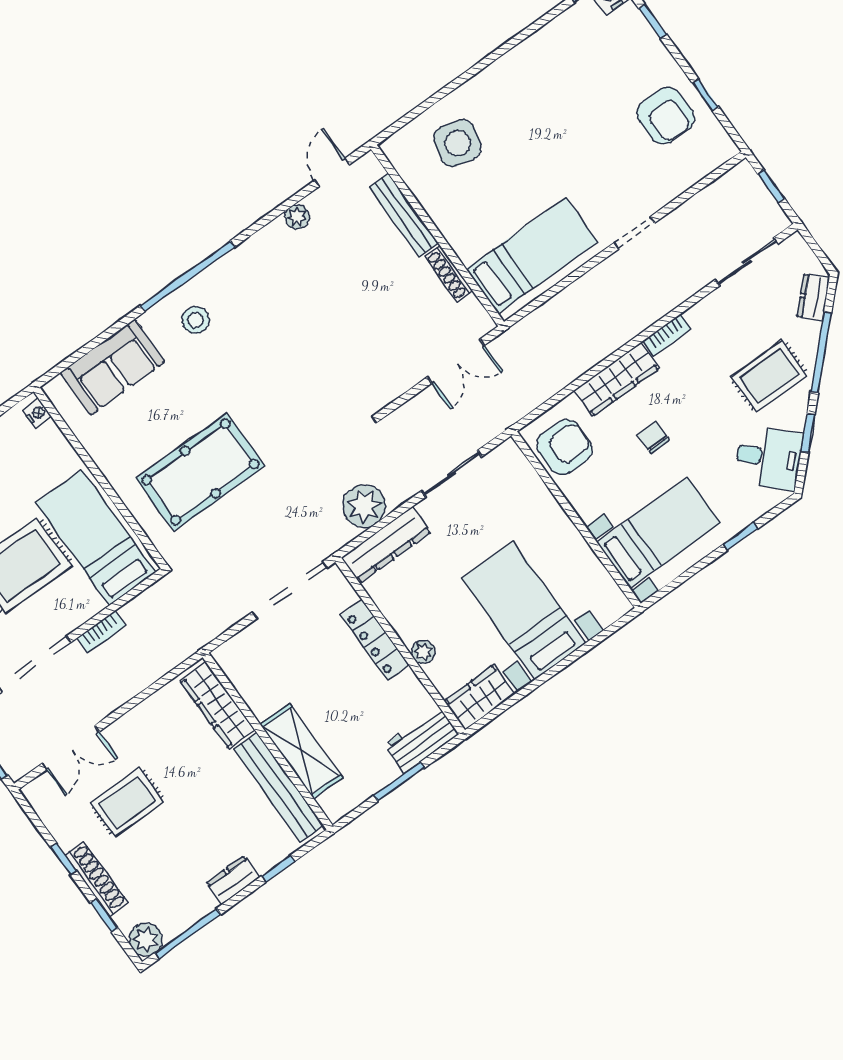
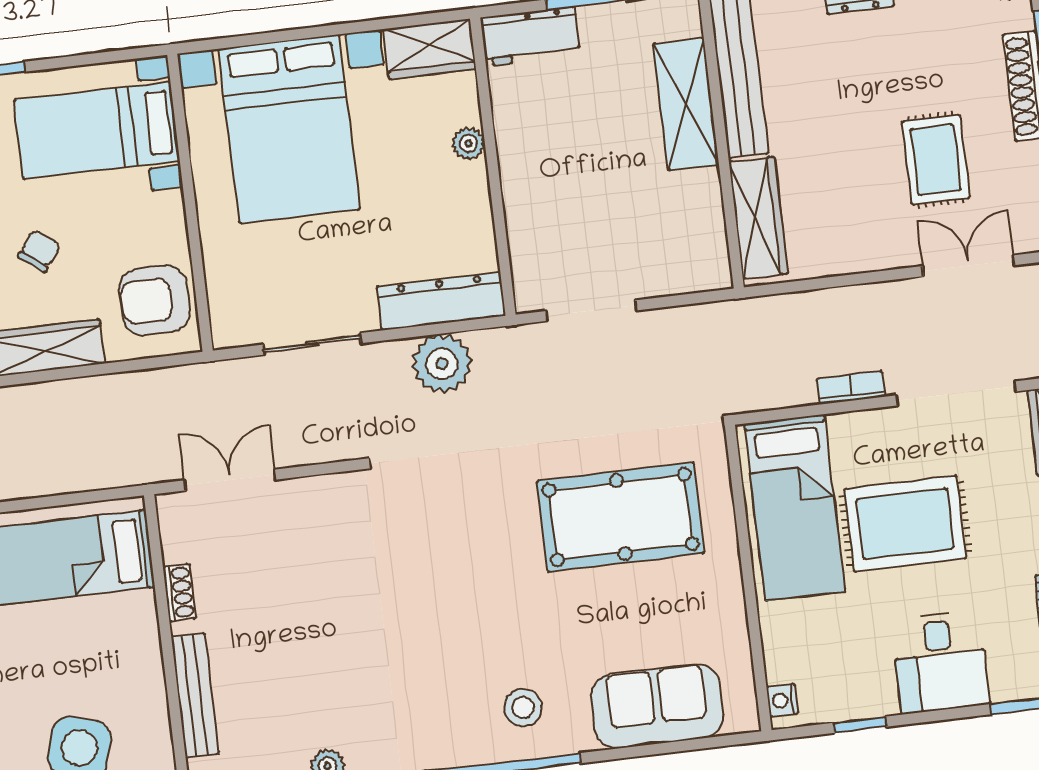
shoe rack: (449, 274) -> (179, 593), width x0.70
chair: (653, 438) -> (39, 251), turned -143
doorway: (290, 590) -> (591, 311), width x0.73
bed with nightstands: (524, 611) -> (289, 129), width x1.36
locker: (375, 640) -> (520, 191), removed
rug: (127, 802) -> (936, 160), turned 90

